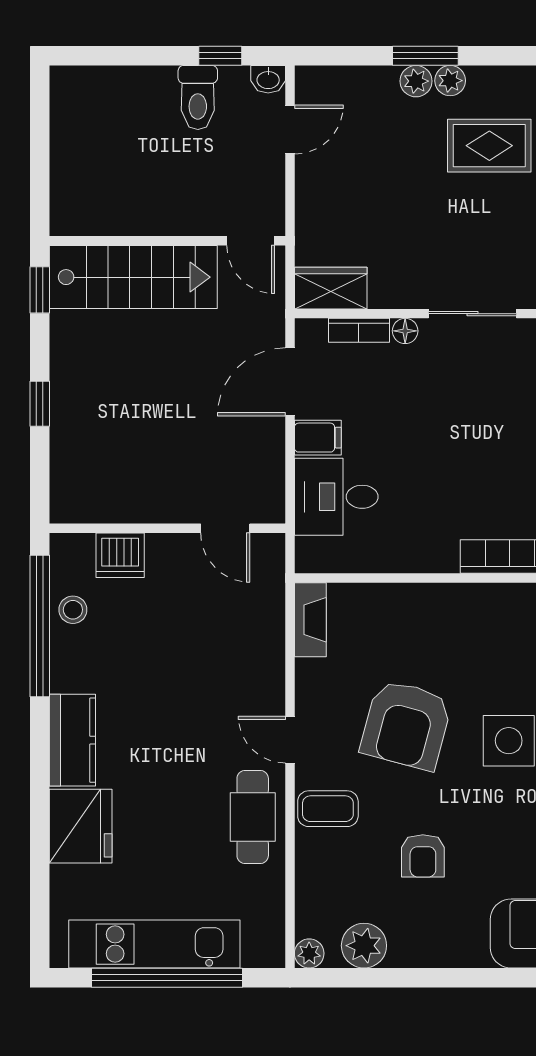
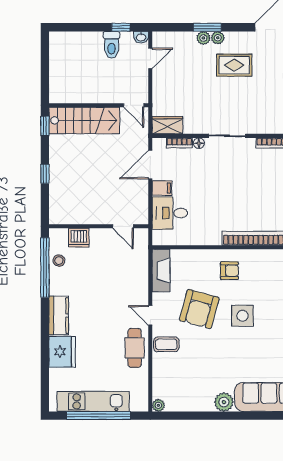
fireplace: (310, 620) -> (161, 271), width x1.37, depth x1.32
armchair: (423, 856) -> (229, 271), moved, turned -90
plant: (364, 946) -> (224, 402), moved

